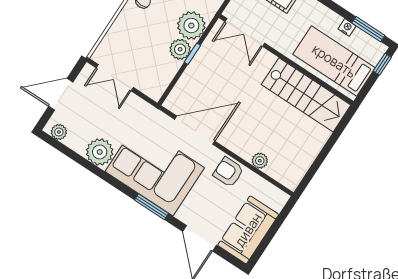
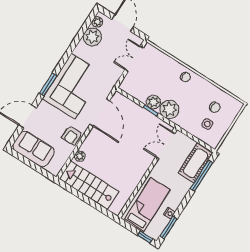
stairs: (306, 95) -> (89, 185), moved, turned 90
plant: (100, 152) -> (92, 37), moved
armchair: (228, 172) -> (72, 135), turned 180

